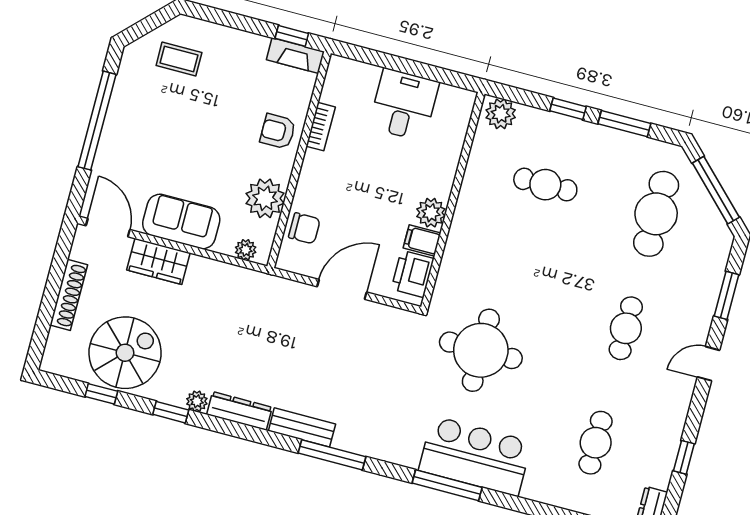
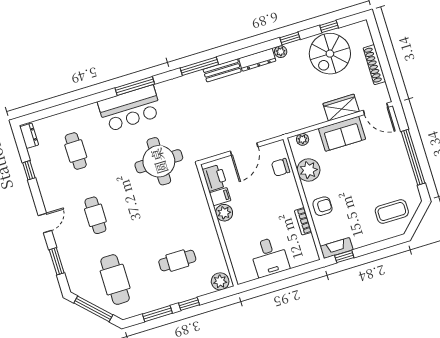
coffee table: (179, 59) -> (392, 211), width x1.36, depth x1.30

